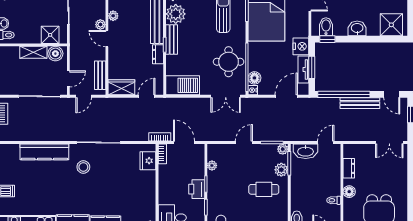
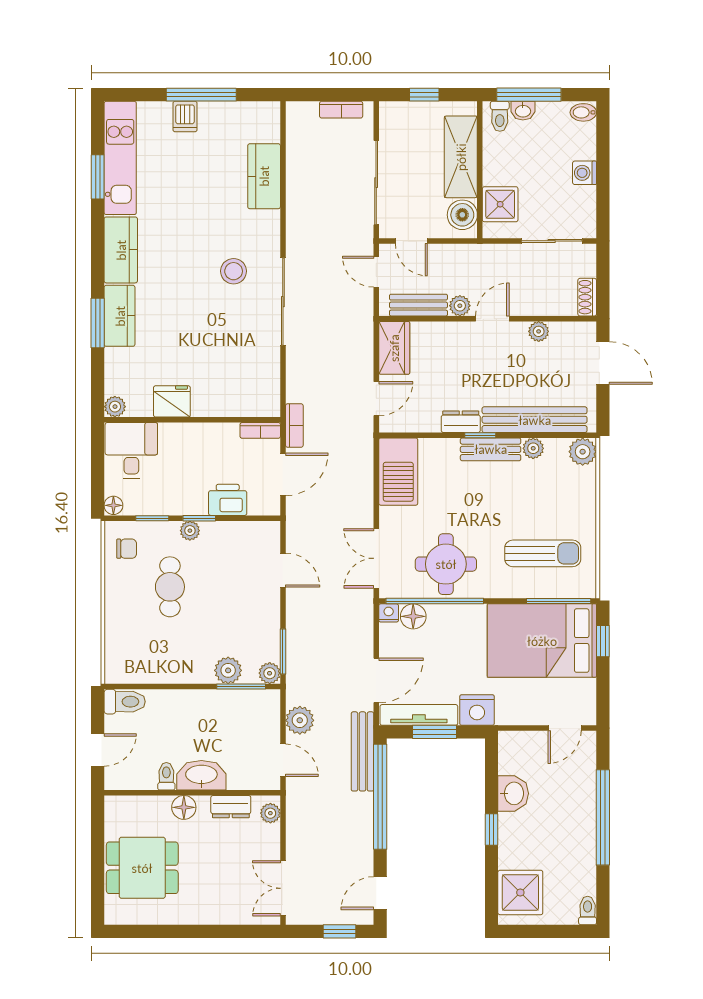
plant: (176, 14) -> (533, 448), width x0.53, depth x0.53
plant: (100, 25) -> (460, 306), moved
bidet: (326, 27) -> (517, 761), removed
washbasin: (357, 28) -> (513, 793), moved
window: (327, 39) -> (491, 829), moved
shelving: (33, 52) -> (461, 157), width x1.50, depth x1.33
tv unit: (303, 70) -> (419, 715), width x1.41
door: (147, 96) -> (376, 399), hinge flipped
door: (286, 96) -> (376, 680), hinge flipped
bench: (360, 103) -> (362, 751), moved
plant: (306, 134) -> (300, 720), added
door: (244, 143) -> (283, 570), moved
plant: (352, 149) -> (270, 813), added
washbasin: (306, 151) -> (201, 775), moved, turned 90
kitchen counter: (44, 152) -> (264, 176), width x0.67
fridge: (148, 161) -> (172, 401), moved
plant: (212, 165) -> (190, 531), moved
printer: (197, 189) -> (228, 500), moved
cafe table: (264, 189) -> (170, 587), moved

